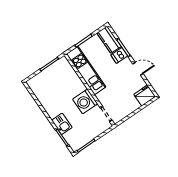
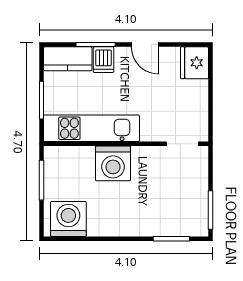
door: (138, 69) -> (145, 45), swing flipped
washing machine: (40, 87) -> (68, 219), added
washing machine: (85, 101) -> (113, 163), moved
kitchen sink: (62, 124) -> (150, 224), removed

